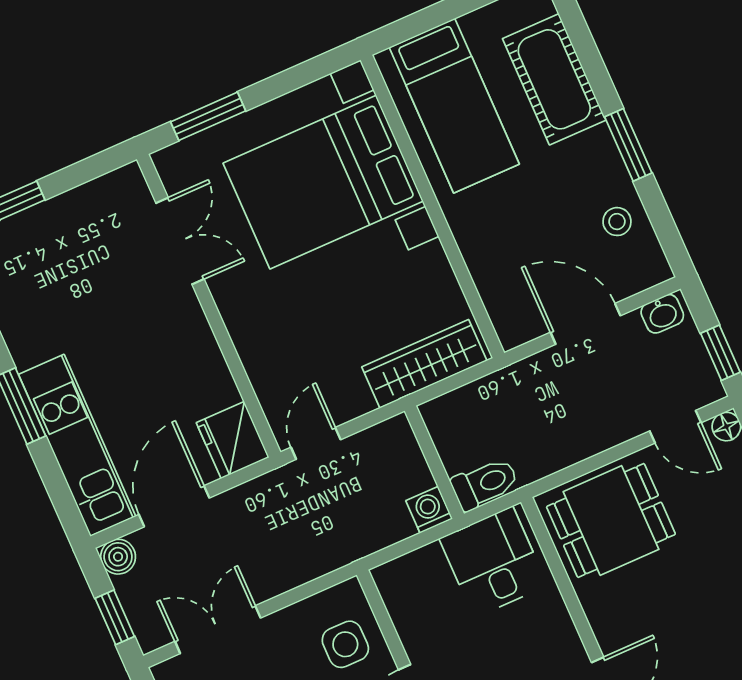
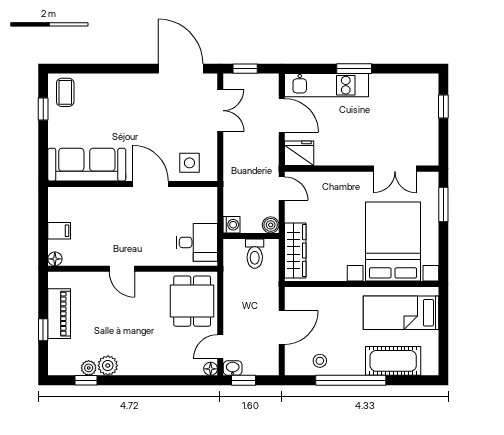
window: (628, 145) -> (351, 380), width x2.11
washbasin: (662, 314) -> (233, 368), moved, turned 90
toilet: (485, 484) -> (255, 254), moved
boiler: (118, 557) -> (271, 225), moved

